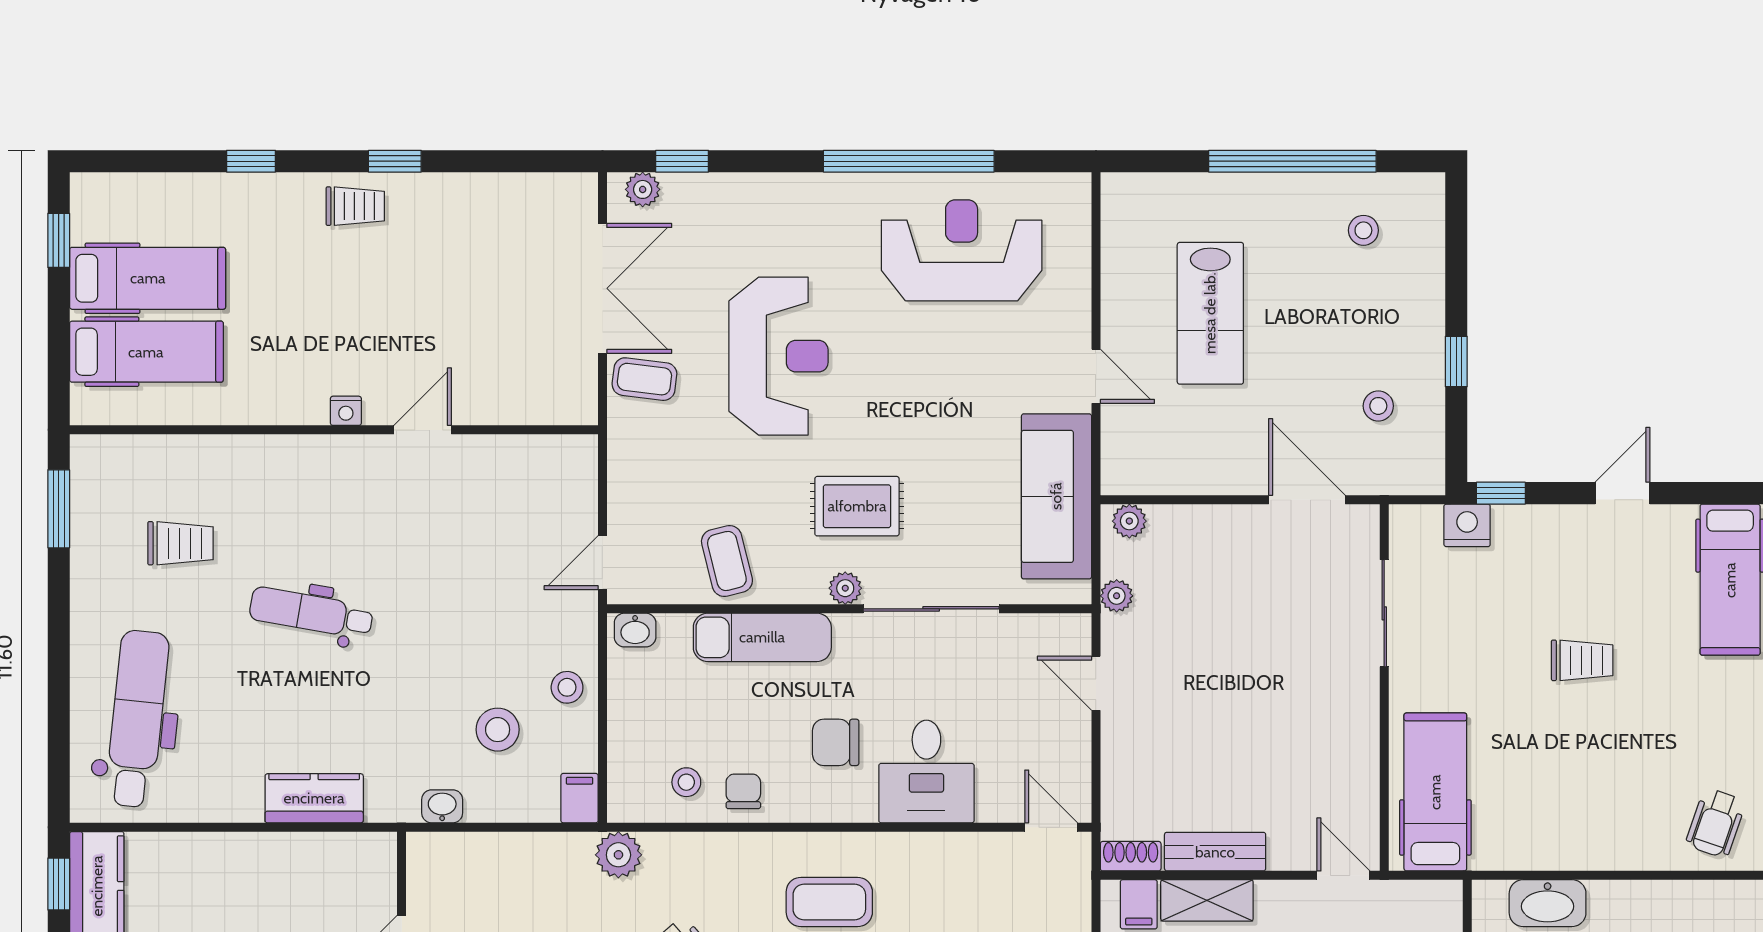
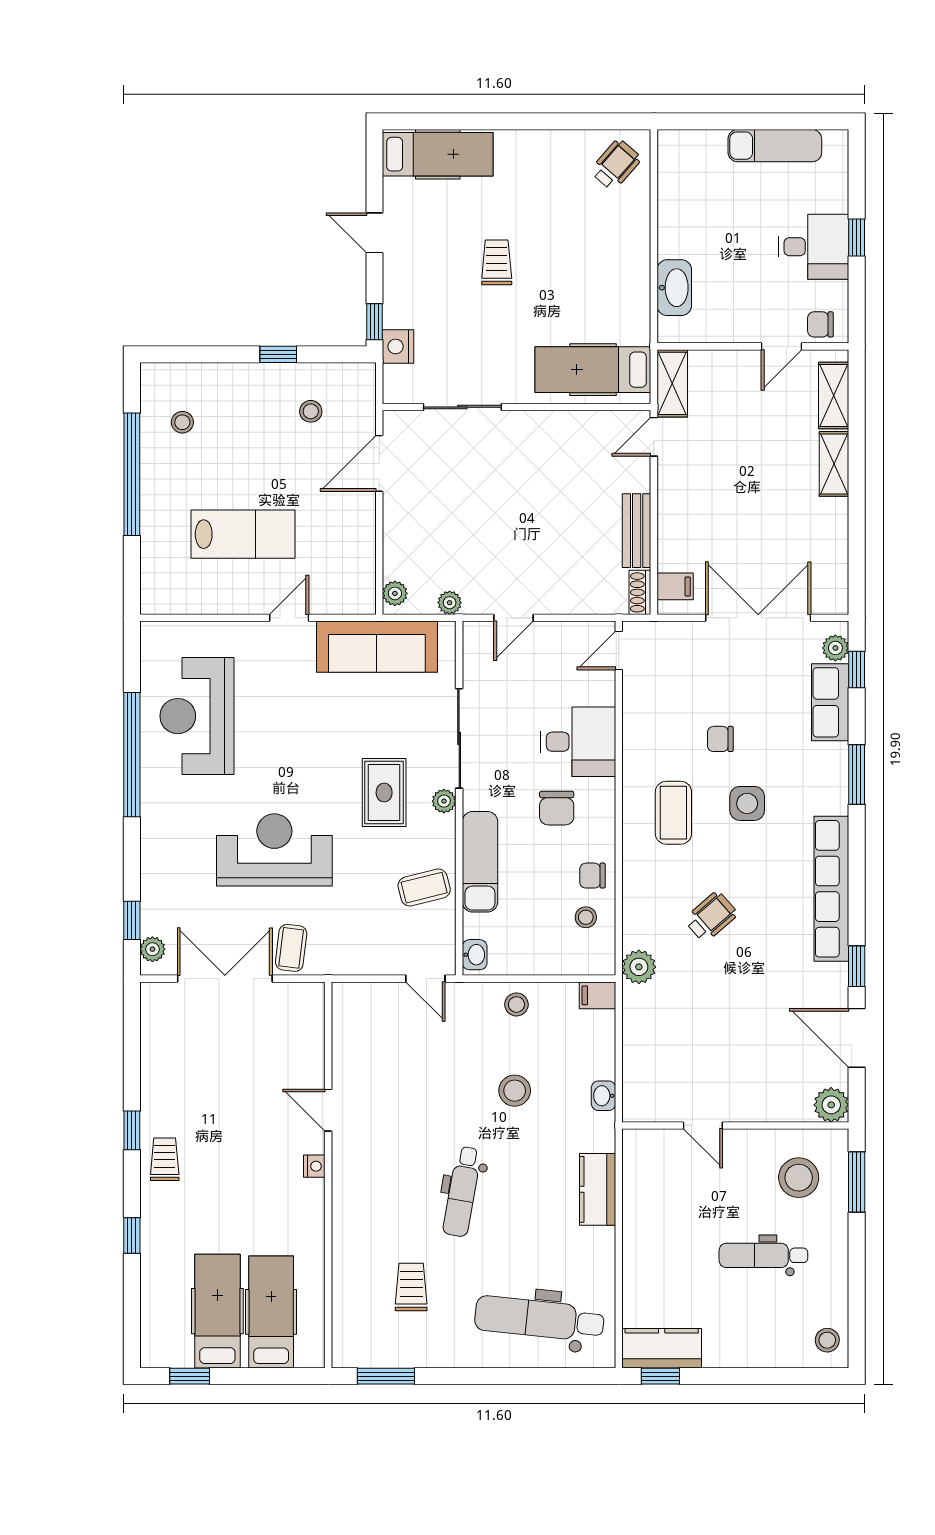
stool: (498, 730) -> (515, 1091), moved
wheelchair: (1716, 823) -> (616, 165), turned -68
shelving: (1207, 900) -> (672, 383), moved

